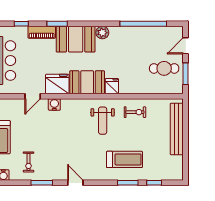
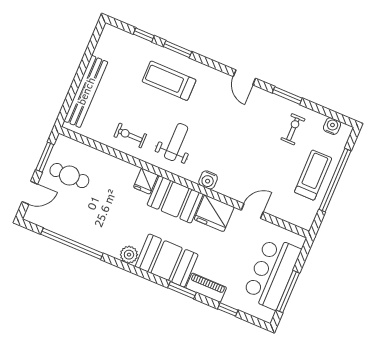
water cooler: (54, 104) -> (208, 180), moved

